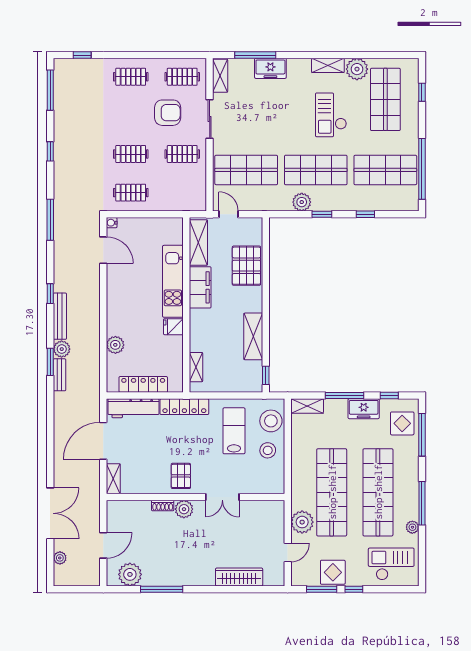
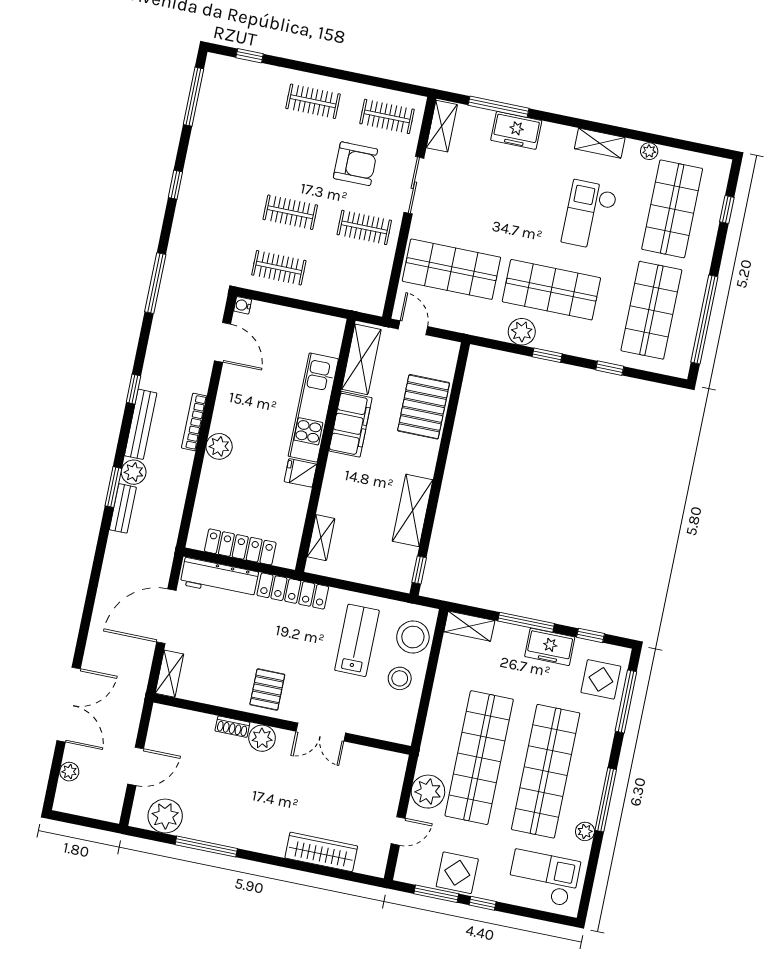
plant: (357, 69) -> (649, 151), width x0.53, depth x0.53
shop shelf: (385, 170) -> (651, 310), turned 90
bookcase: (95, 307) -> (194, 422), added
plant: (115, 345) -> (219, 446), moved

